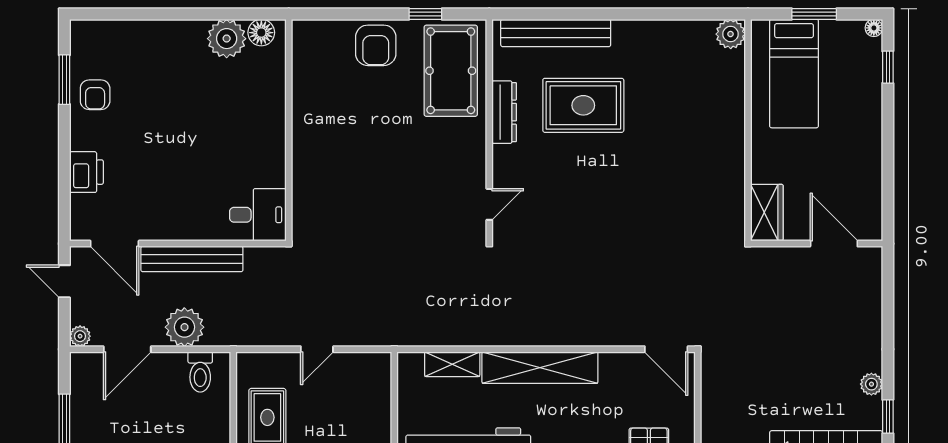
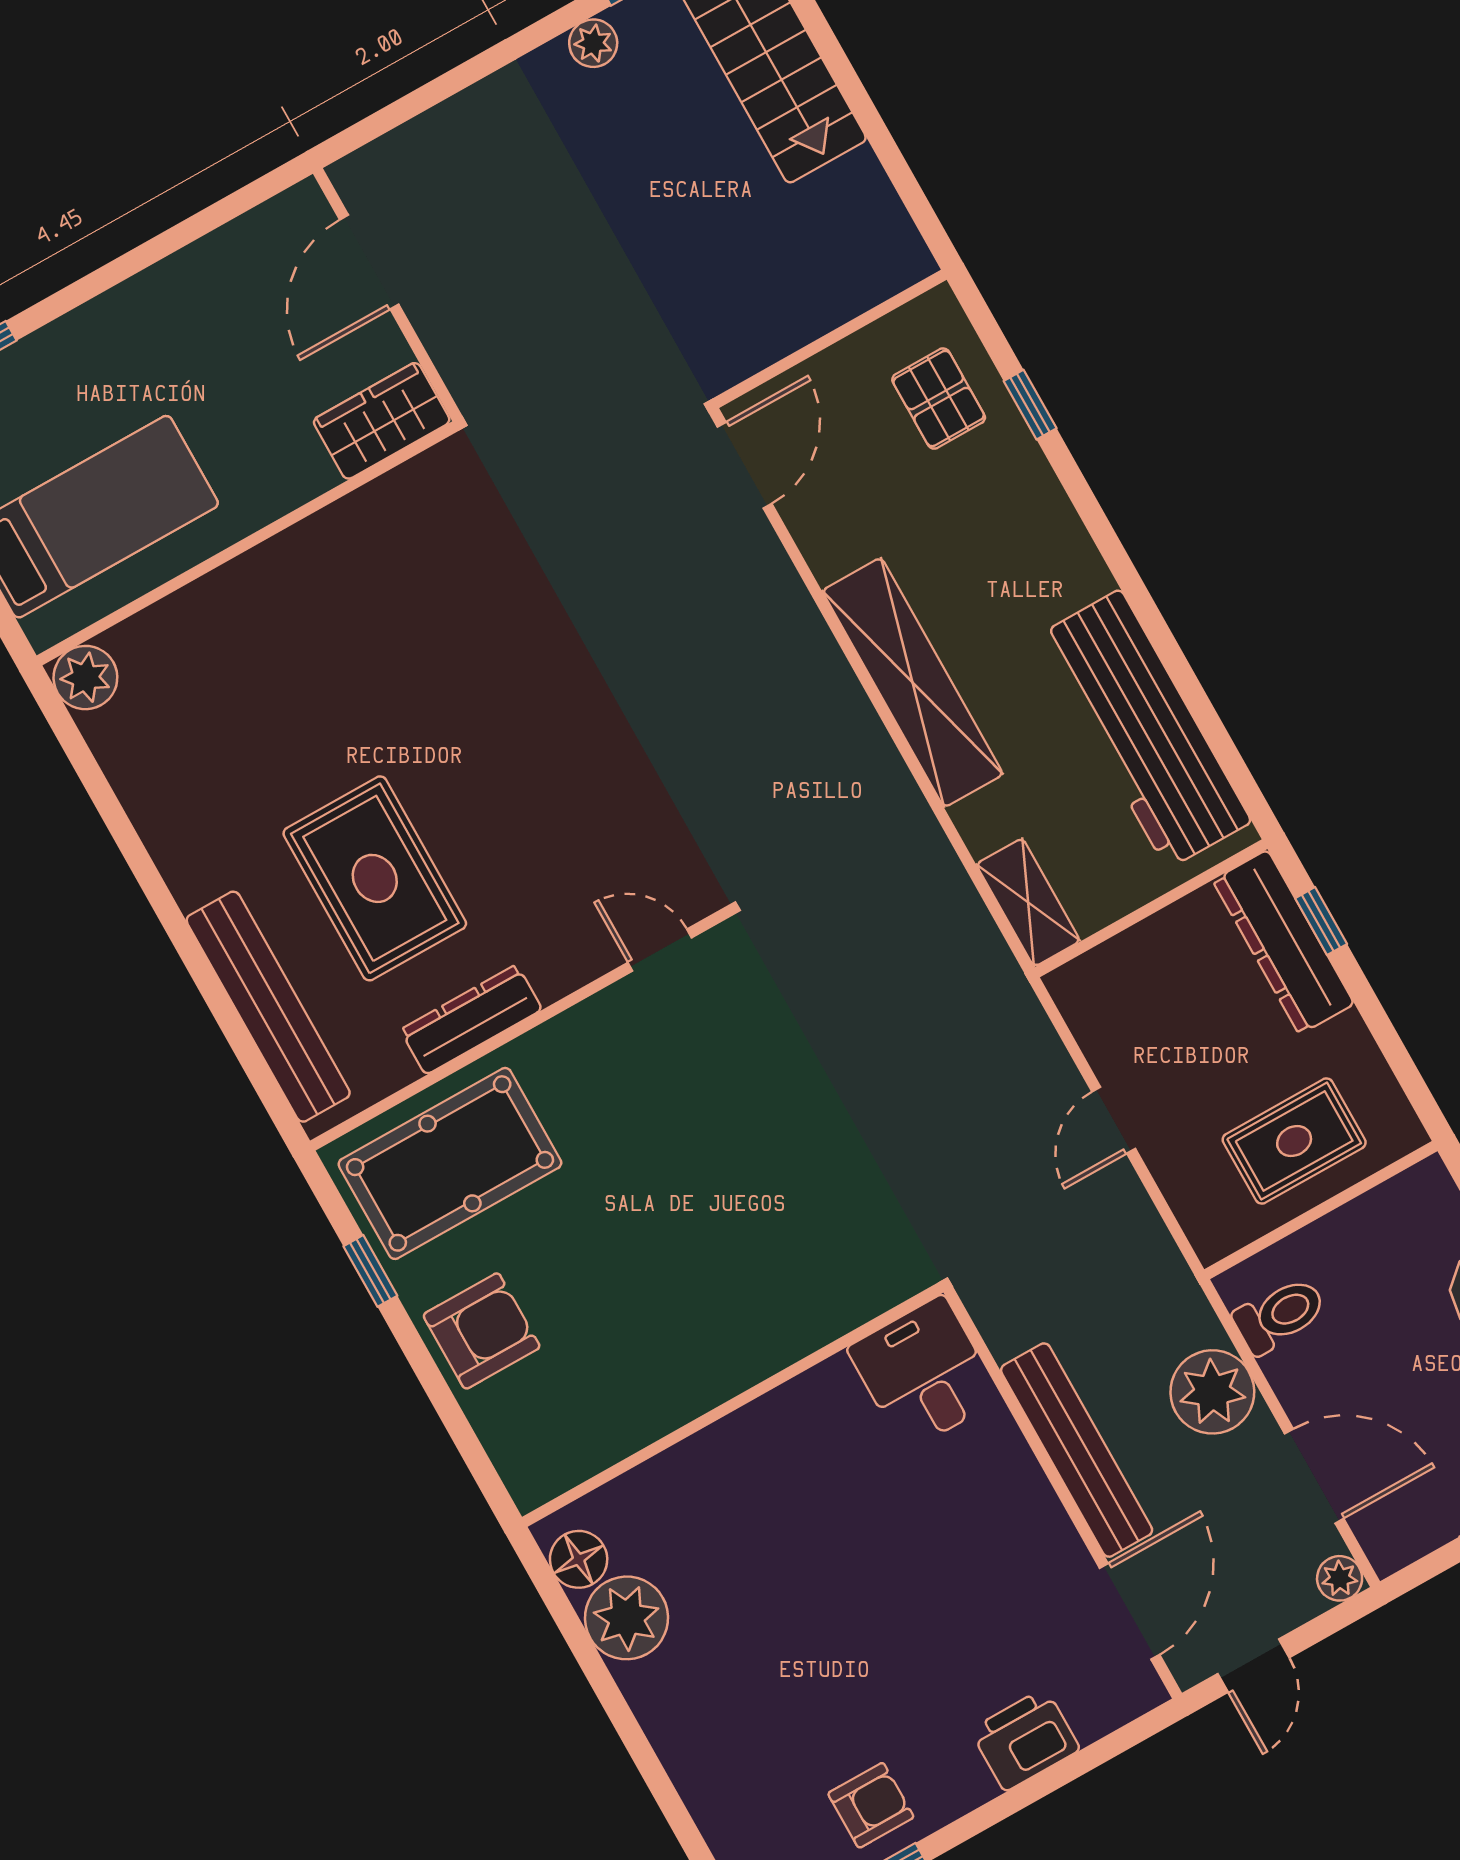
door: (317, 349) -> (1114, 1120), swing flipped
shelving: (452, 364) -> (1028, 902), moved

